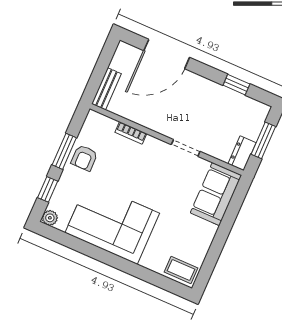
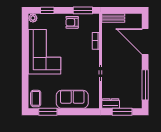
window: (236, 85) -> (145, 85), width x2.17
window: (64, 151) -> (83, 10), moved
sofa: (216, 194) -> (72, 99), moved
window: (211, 260) -> (48, 112), added

